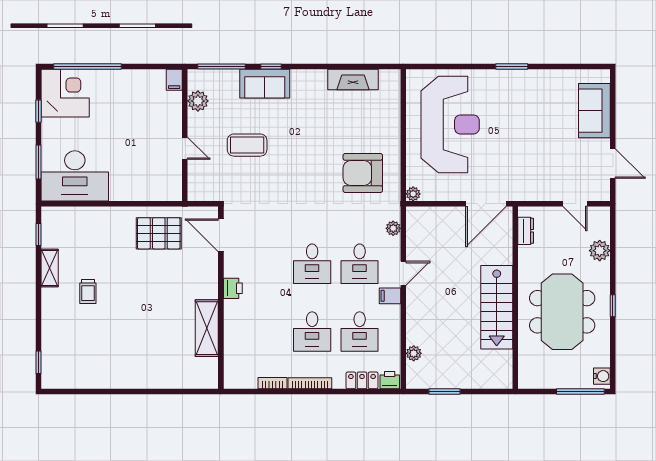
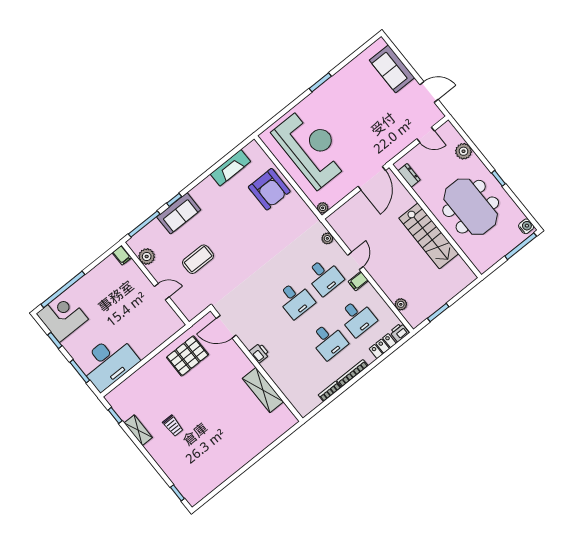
armchair: (363, 173) -> (269, 189), moved, turned -90

